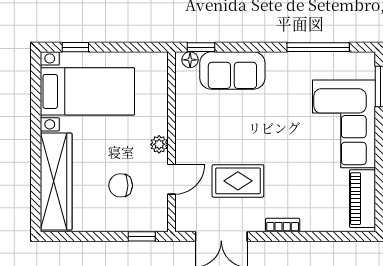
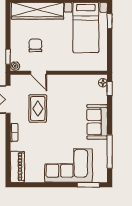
sofa: (232, 70) -> (97, 122), moved
plant: (159, 144) -> (15, 66), moved
piano: (362, 199) -> (17, 167), moved, turned 90

